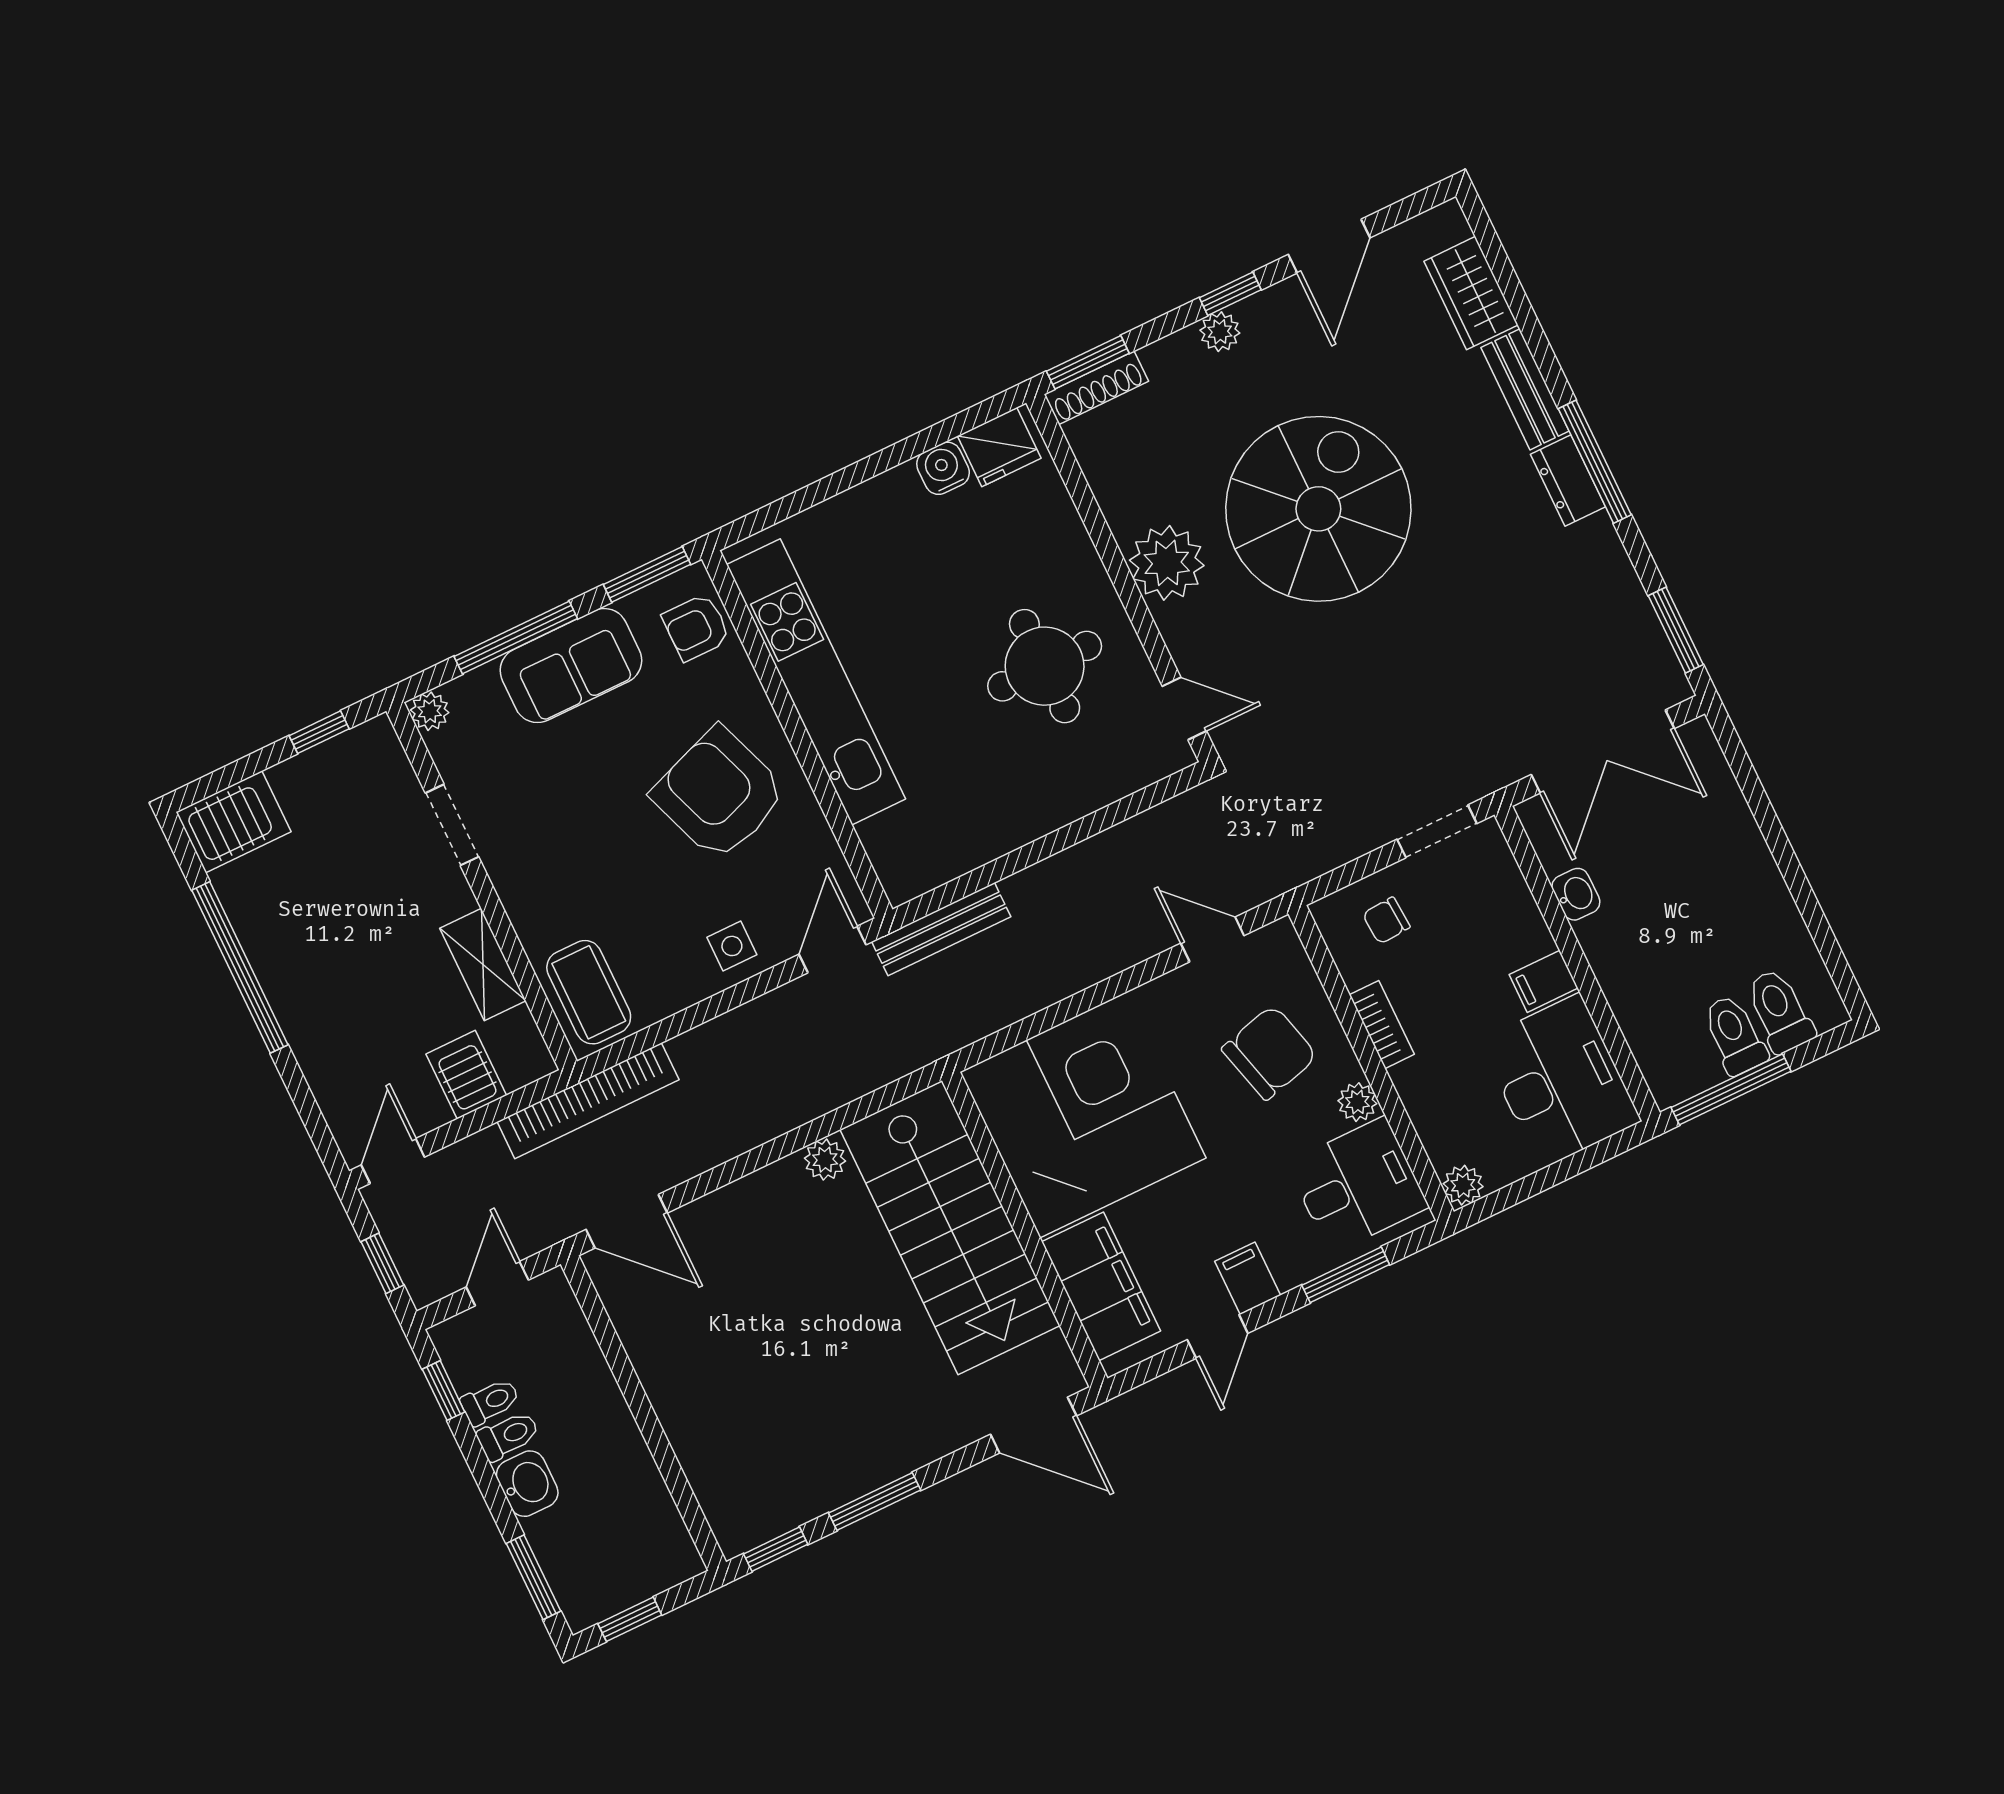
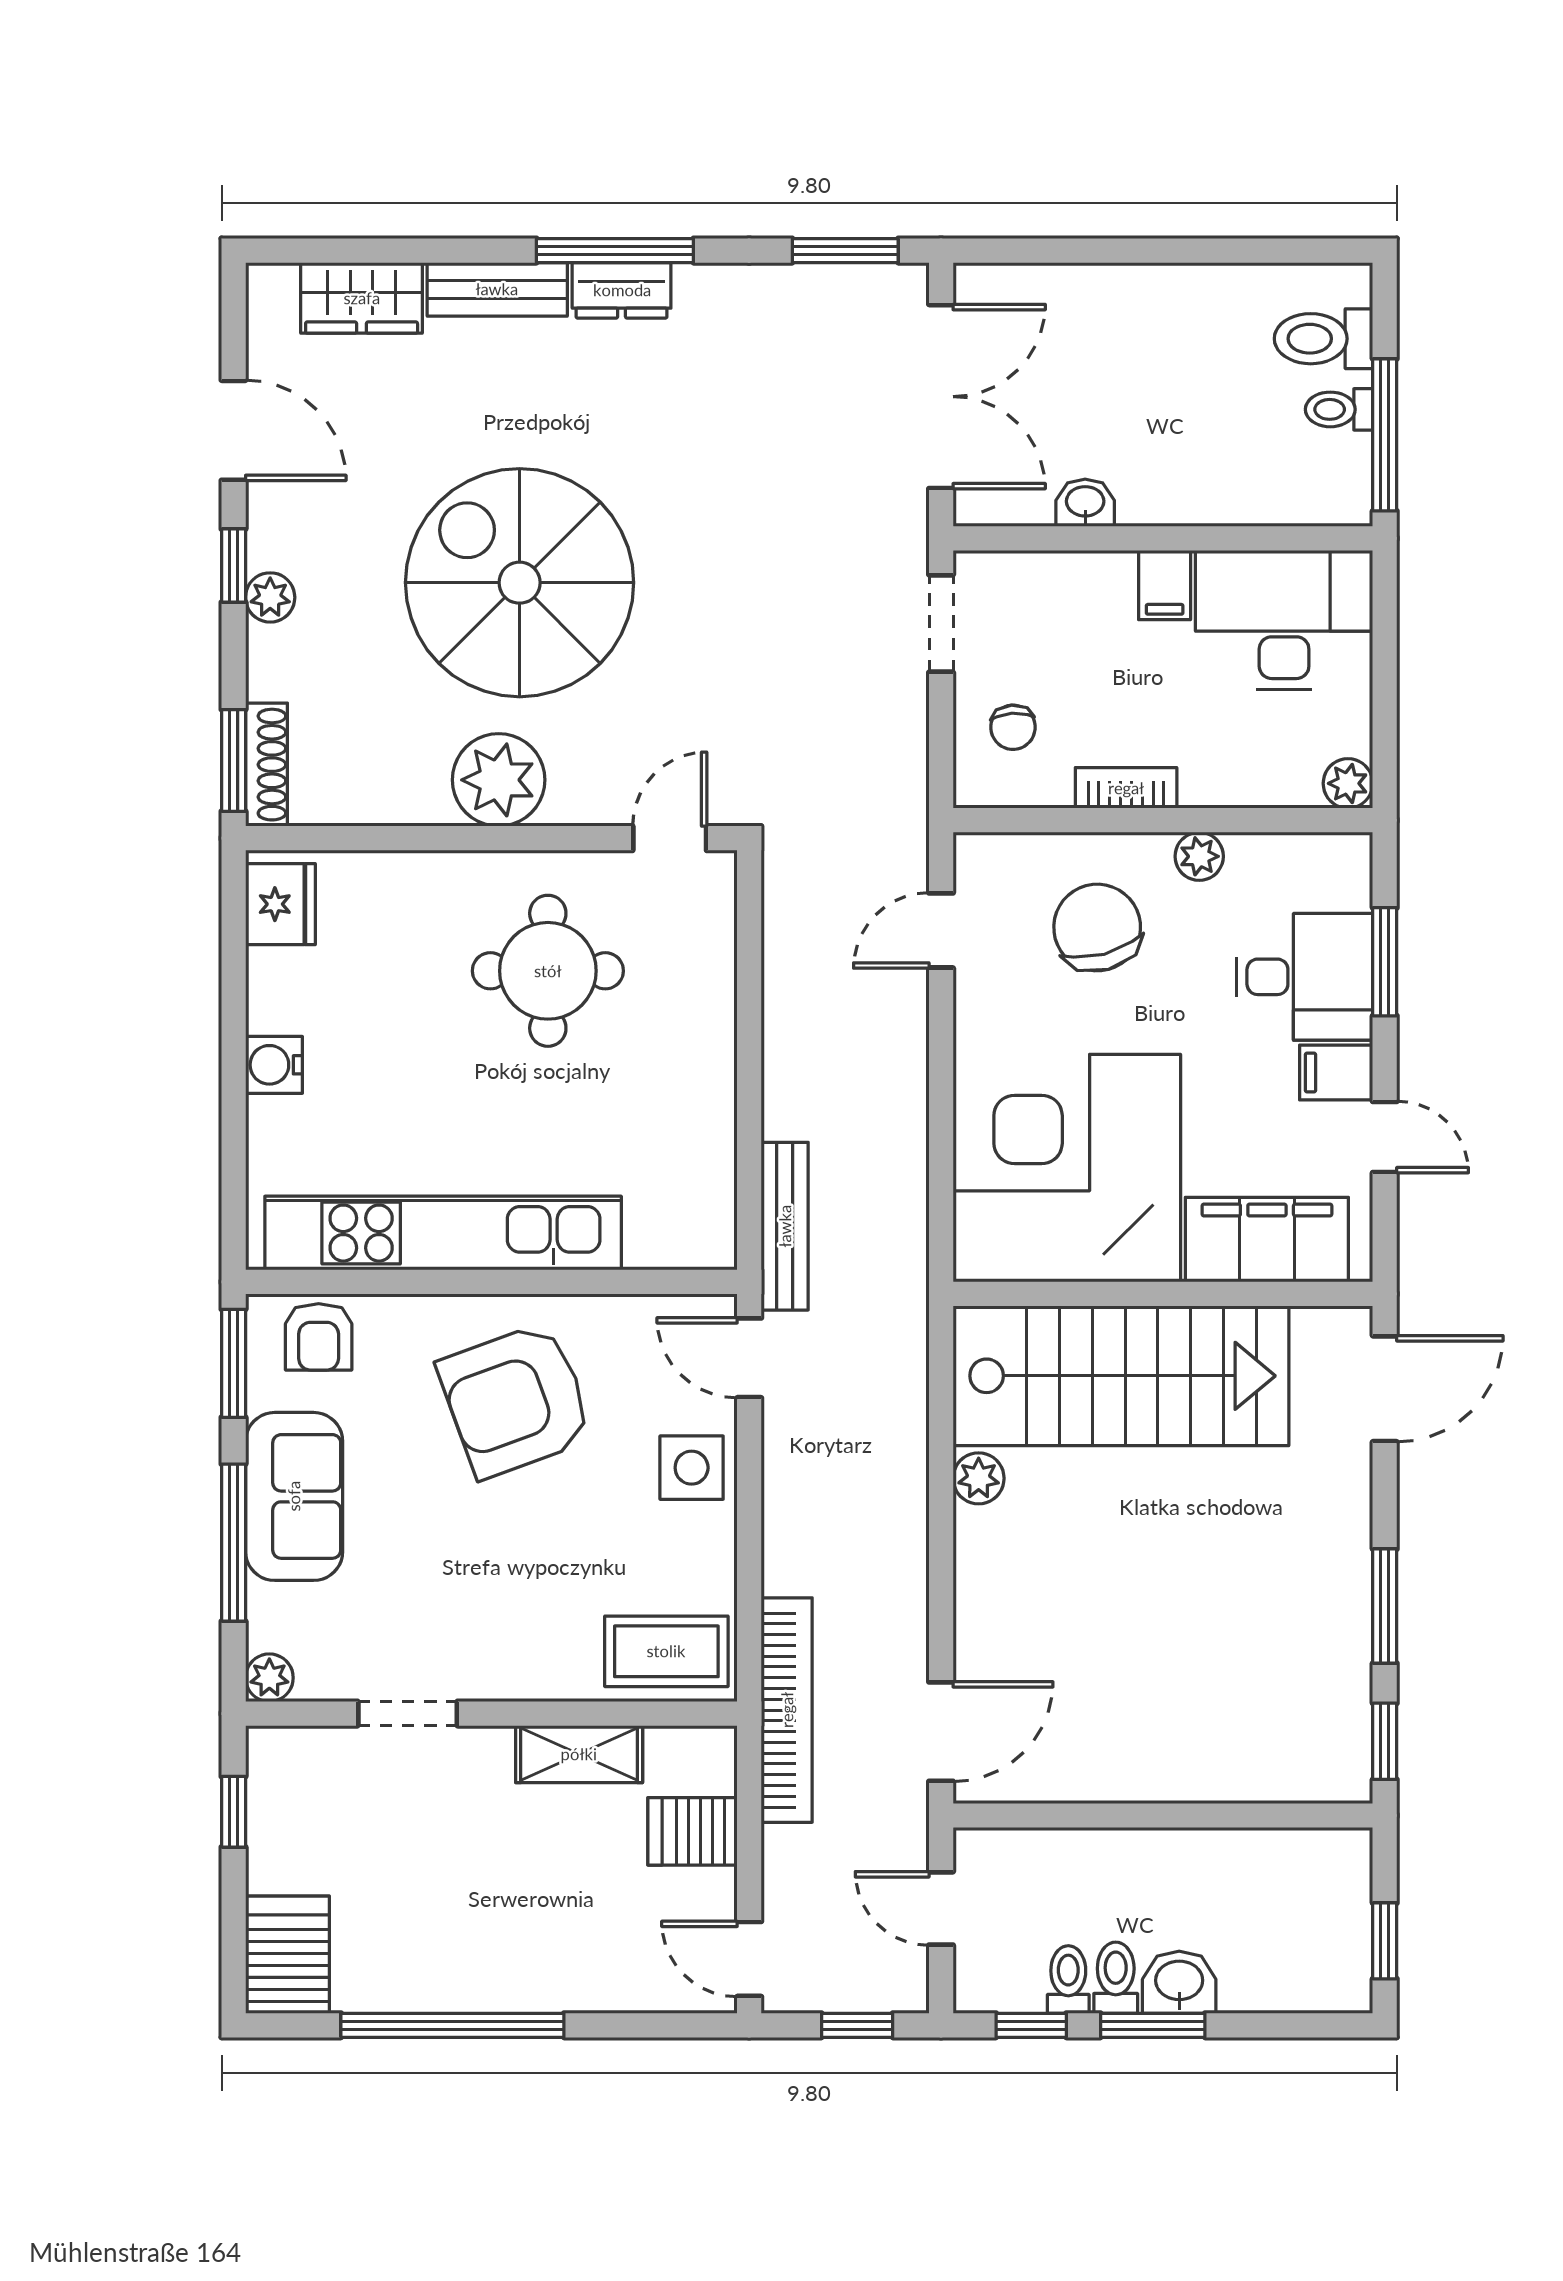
water cooler: (943, 468) -> (274, 1065), moved
side table: (732, 946) -> (692, 1468), width x1.37, depth x1.37
toilet: (1734, 1035) -> (1339, 409), width x0.73, depth x0.72
desk: (1358, 1185) -> (1304, 977), moved, turned 90
window: (533, 1577) -> (1153, 2025), moved

